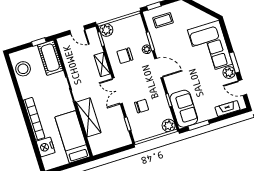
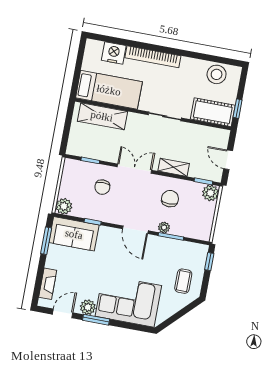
coffee table: (163, 20) -> (183, 281), moved
door: (77, 30) -> (228, 160), hinge flipped
door: (159, 68) -> (135, 230), hinge flipped
shelving: (89, 117) -> (102, 116), moved

